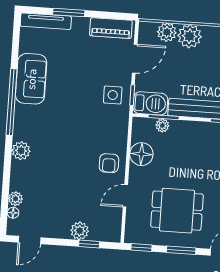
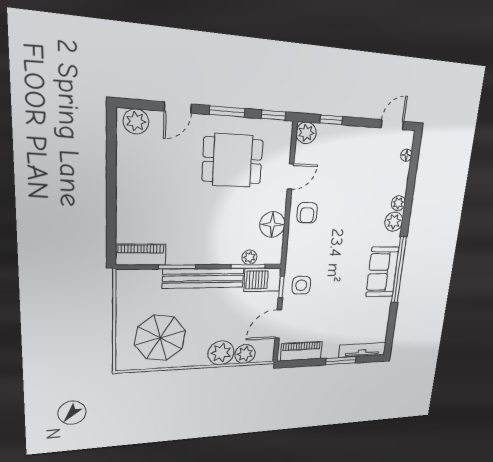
sofa: (31, 79) -> (382, 272), moved
armchair: (109, 163) -> (307, 213), turned 180
plant: (16, 199) -> (398, 203), moved
plant: (80, 231) -> (306, 133), moved

